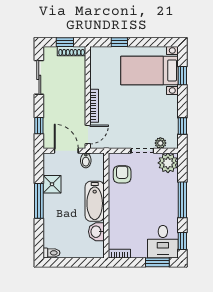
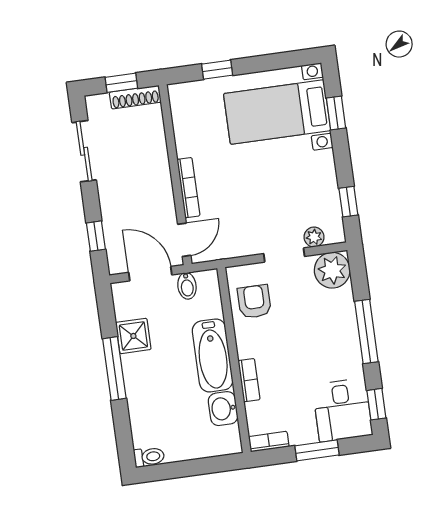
bookcase: (113, 218) -> (249, 380), added
window: (157, 262) -> (317, 450), moved

